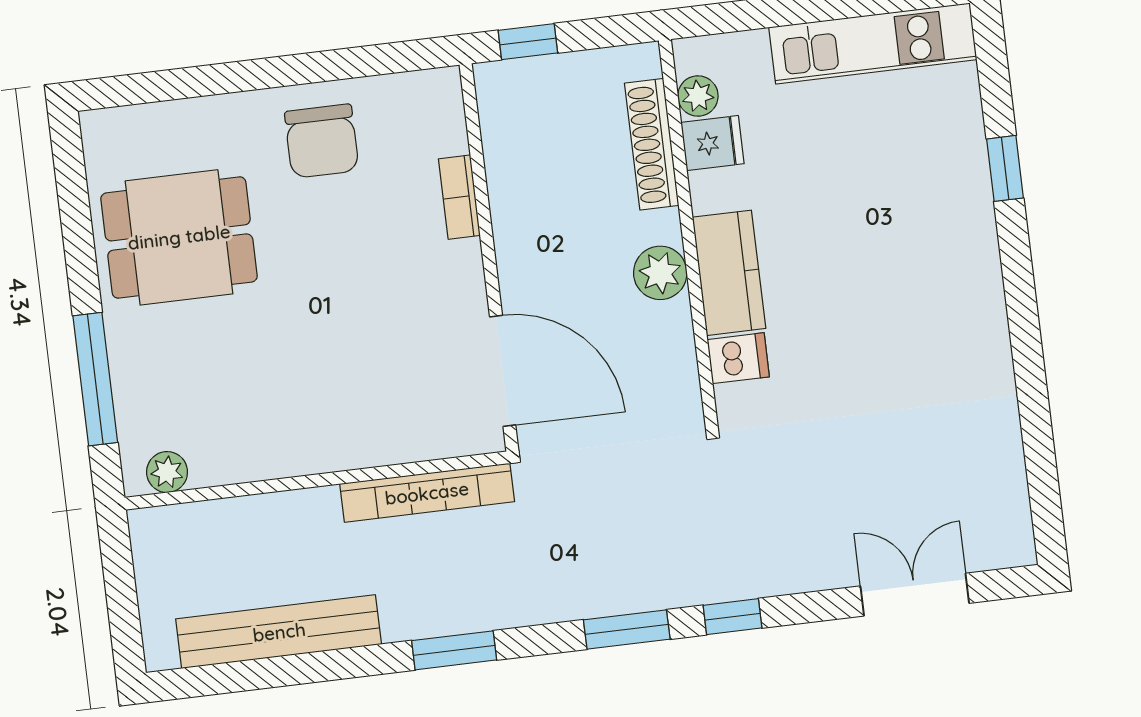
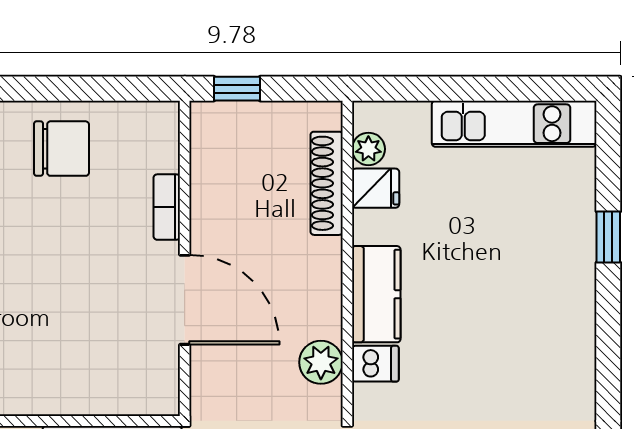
chair: (322, 141) -> (62, 149), turned -90
plant: (660, 273) -> (321, 362), moved
door: (503, 371) -> (185, 300), moved

